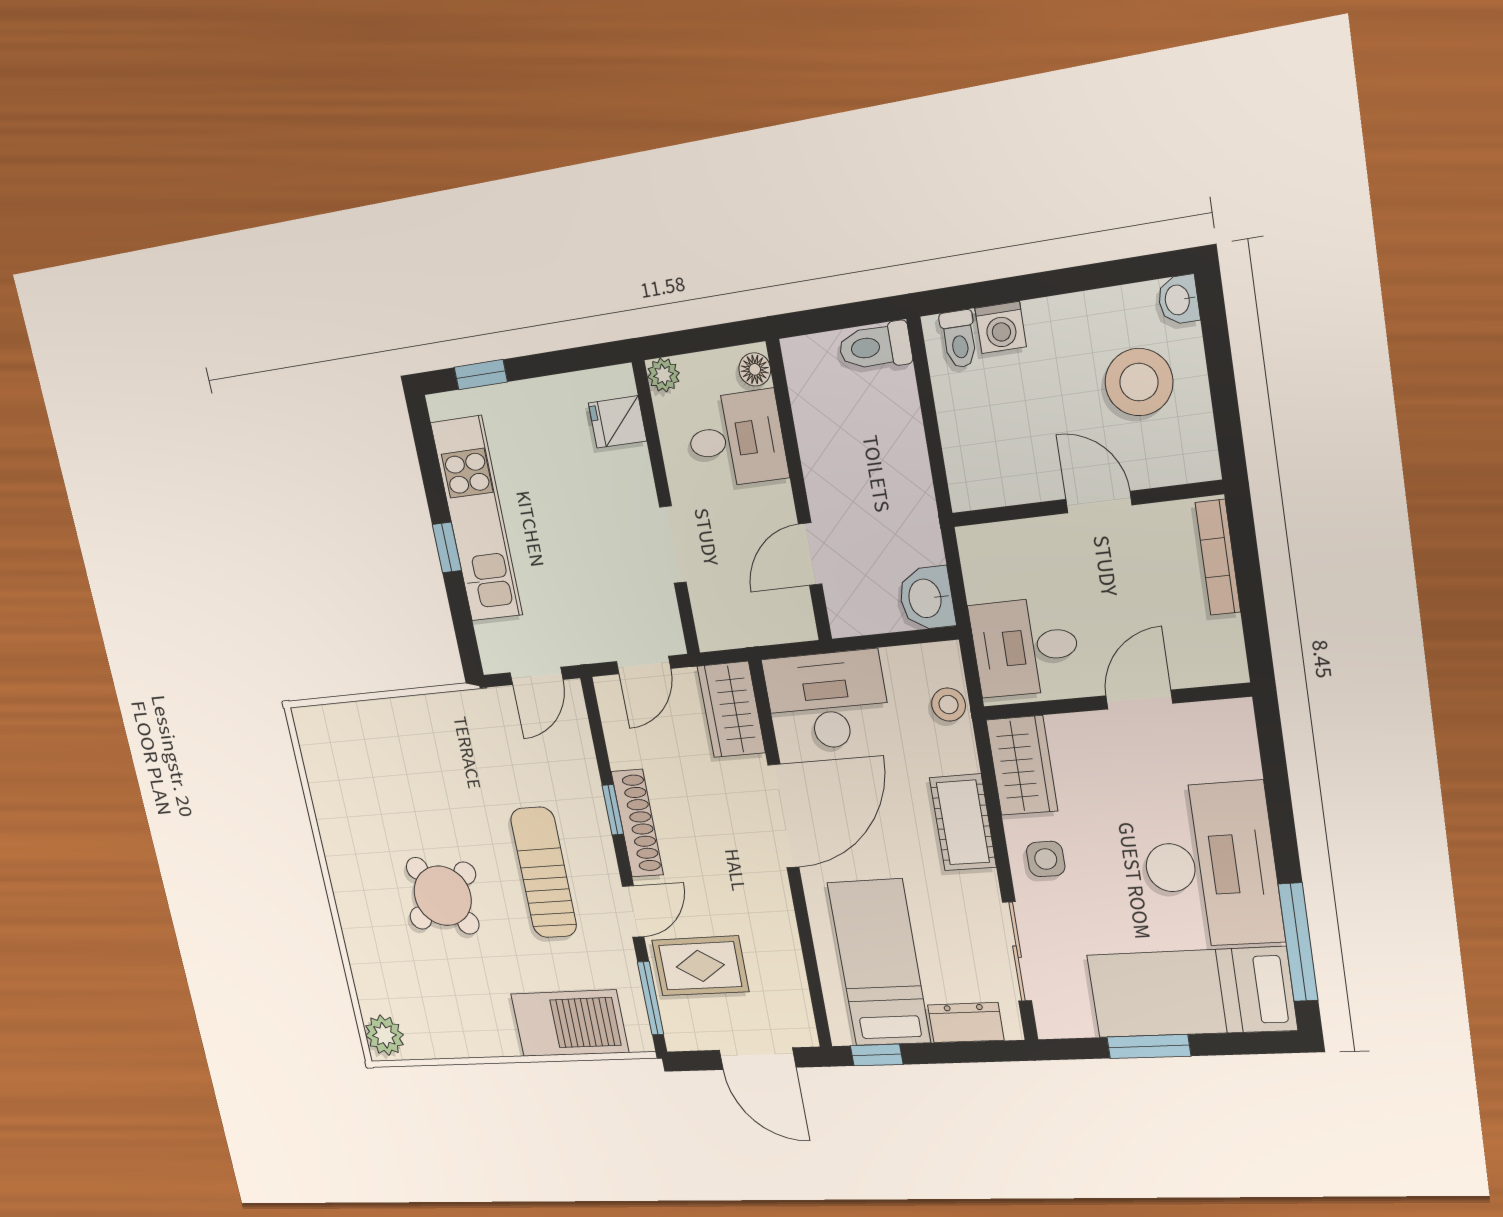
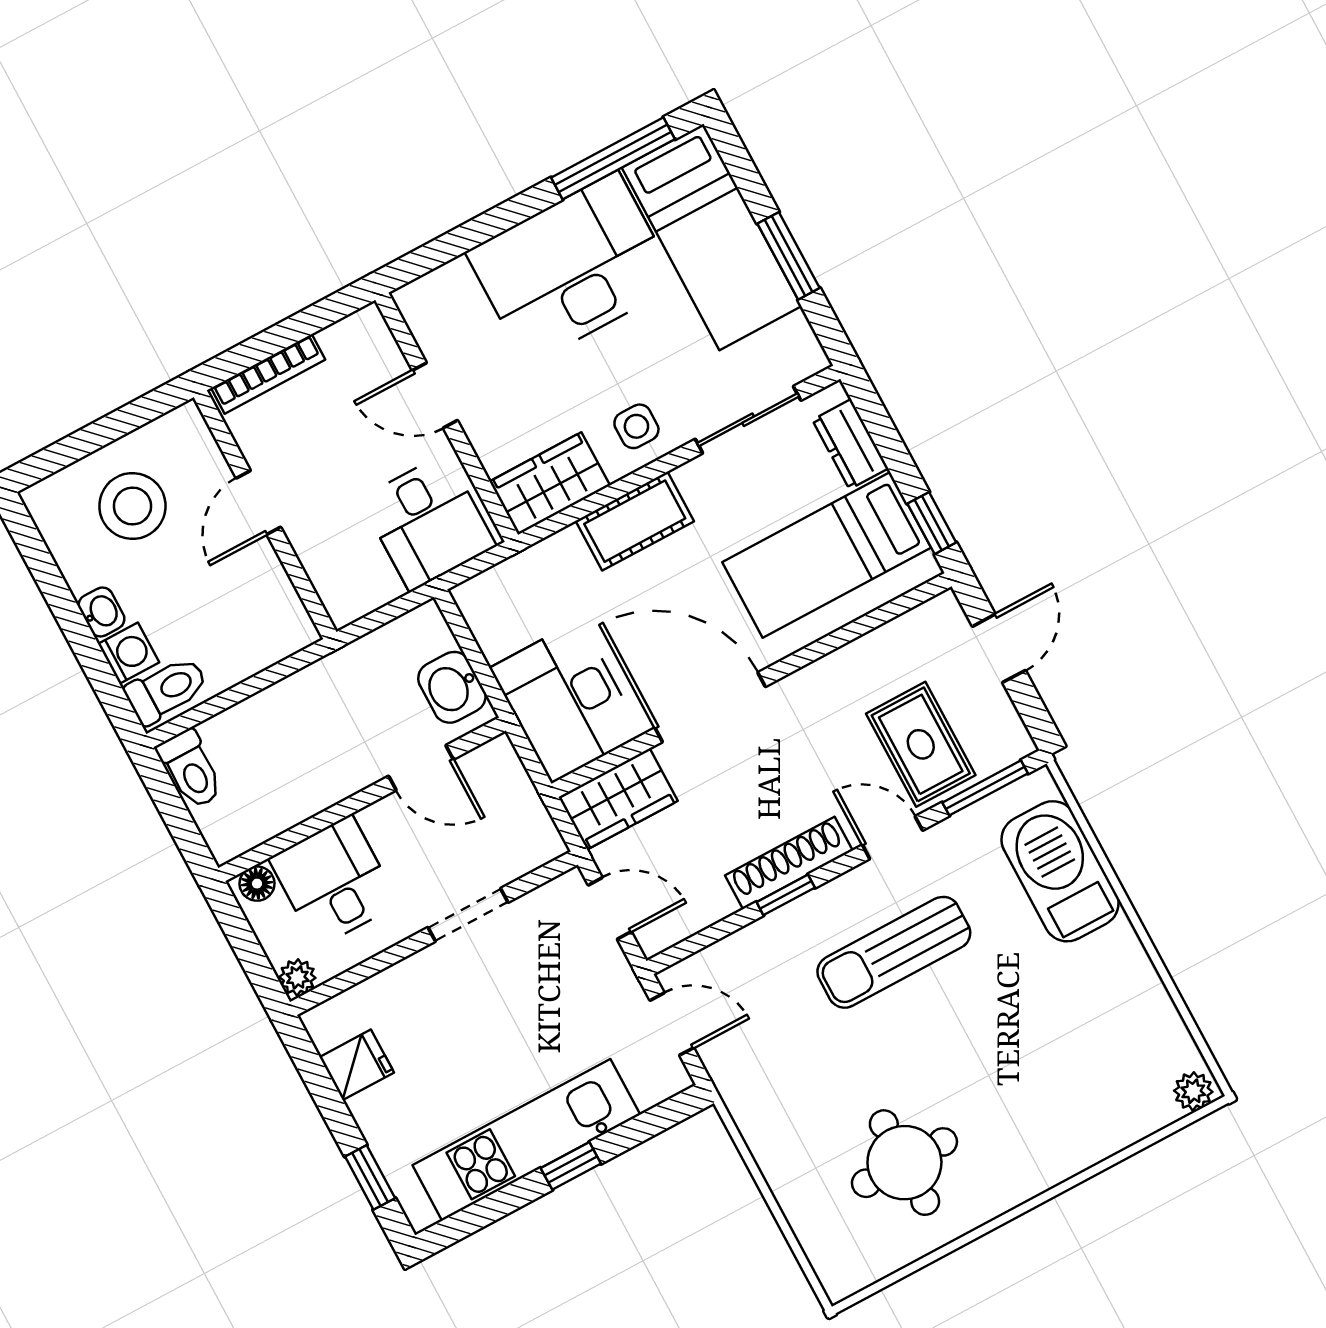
washbasin: (1178, 300) -> (101, 612), moved, turned -90
toilet: (959, 339) -> (166, 690), width x1.37, depth x1.39
fridge: (617, 422) -> (357, 1065), moved, turned -90
washbasin: (926, 598) -> (452, 687), moved, turned 90
stool: (949, 705) -> (518, 577), removed
round table: (443, 896) -> (904, 1163), moved, turned 36
plant: (384, 1035) -> (1193, 1091), width x0.73, depth x0.73
door: (757, 1059) -> (999, 648), width x0.73

